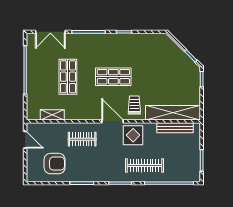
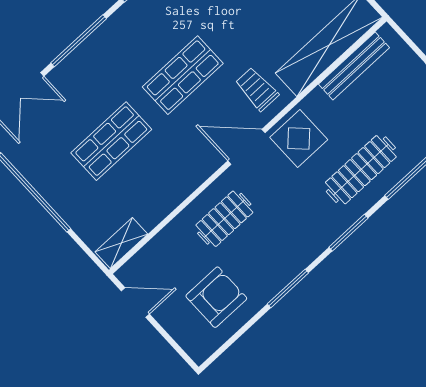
shop shelf: (68, 77) -> (111, 141), turned 90
shelving: (52, 115) -> (121, 243), moved

